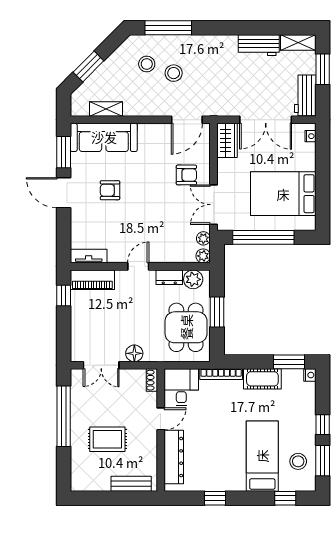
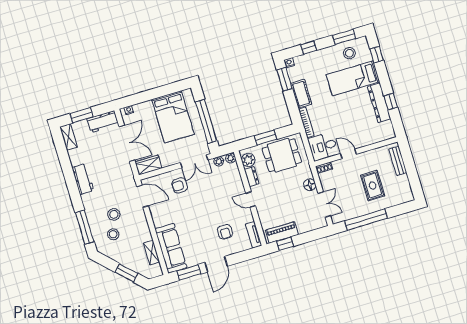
workbench: (259, 45) -> (83, 179), moved
armchair: (186, 175) -> (180, 185), turned -90
armchair: (110, 190) -> (225, 232), moved
piano: (92, 280) -> (282, 232), moved, turned -90
window: (323, 425) -> (309, 48), moved
dresser: (174, 457) -> (379, 103), moved, turned -90

